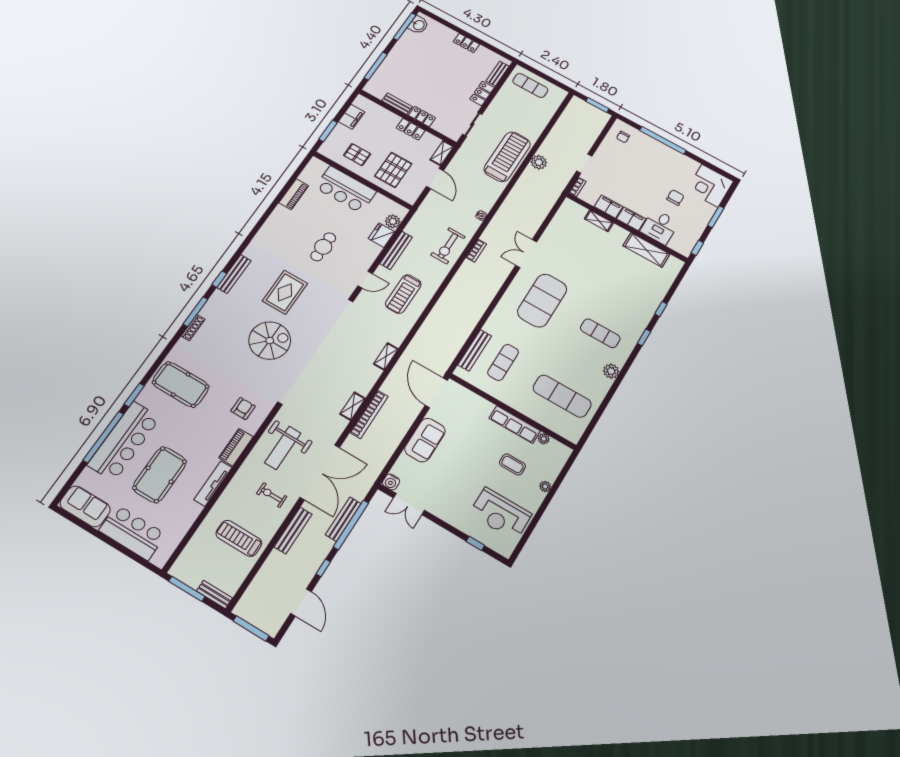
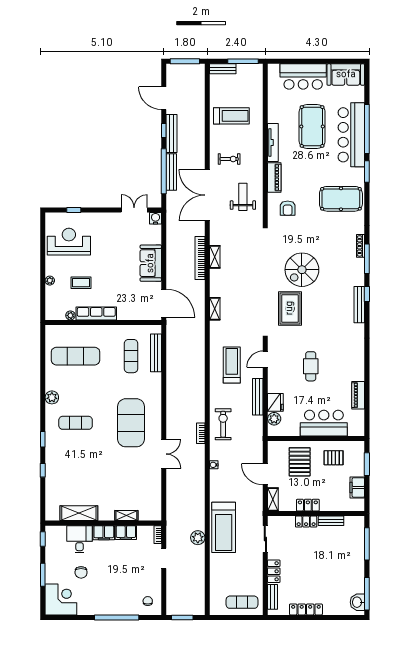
locker: (466, 43) -> (306, 609), width x1.53
rug: (285, 292) -> (290, 308), moved
weight bench: (283, 448) -> (243, 197), width x0.73, depth x0.75
bench: (293, 530) -> (172, 133), moved

